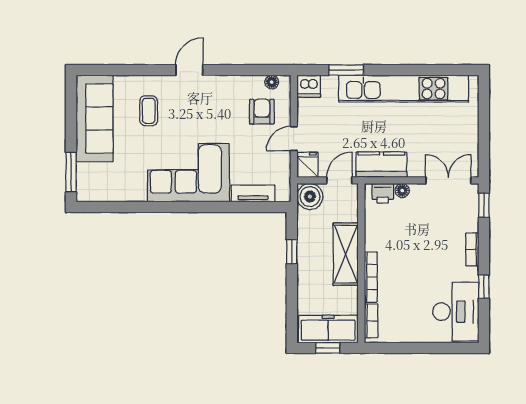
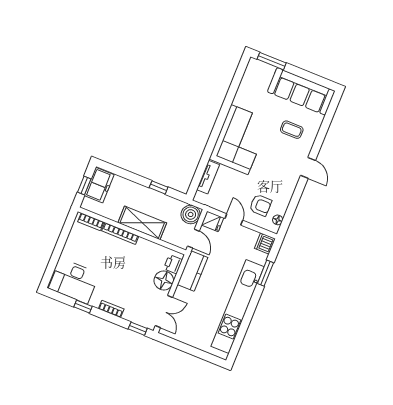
floor lamp: (402, 191) -> (164, 280), width x1.89, depth x1.89
freezer: (328, 329) -> (99, 185), width x0.71

